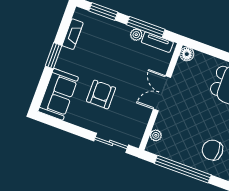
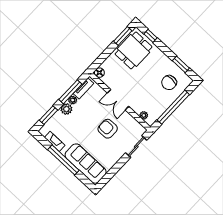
plant: (121, 31) -> (66, 109), added
window: (53, 56) -> (63, 160), width x2.11
sofa: (58, 94) -> (86, 164), width x1.36
armchair: (101, 94) -> (108, 129), moved

